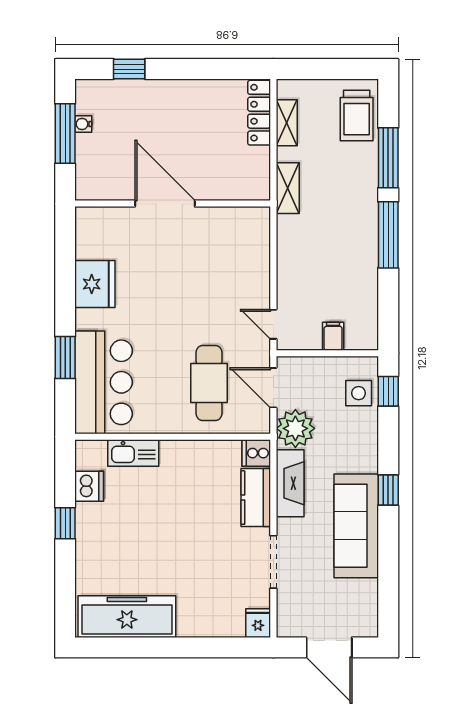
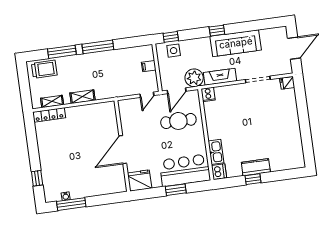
door: (165, 204) -> (123, 150), moved
wall: (173, 204) -> (122, 146), moved
dishwasher: (89, 486) -> (219, 172), moved, turned 90
kitchen counter: (256, 498) -> (256, 167), moved, turned 180
freezer: (127, 617) -> (293, 144), removed

